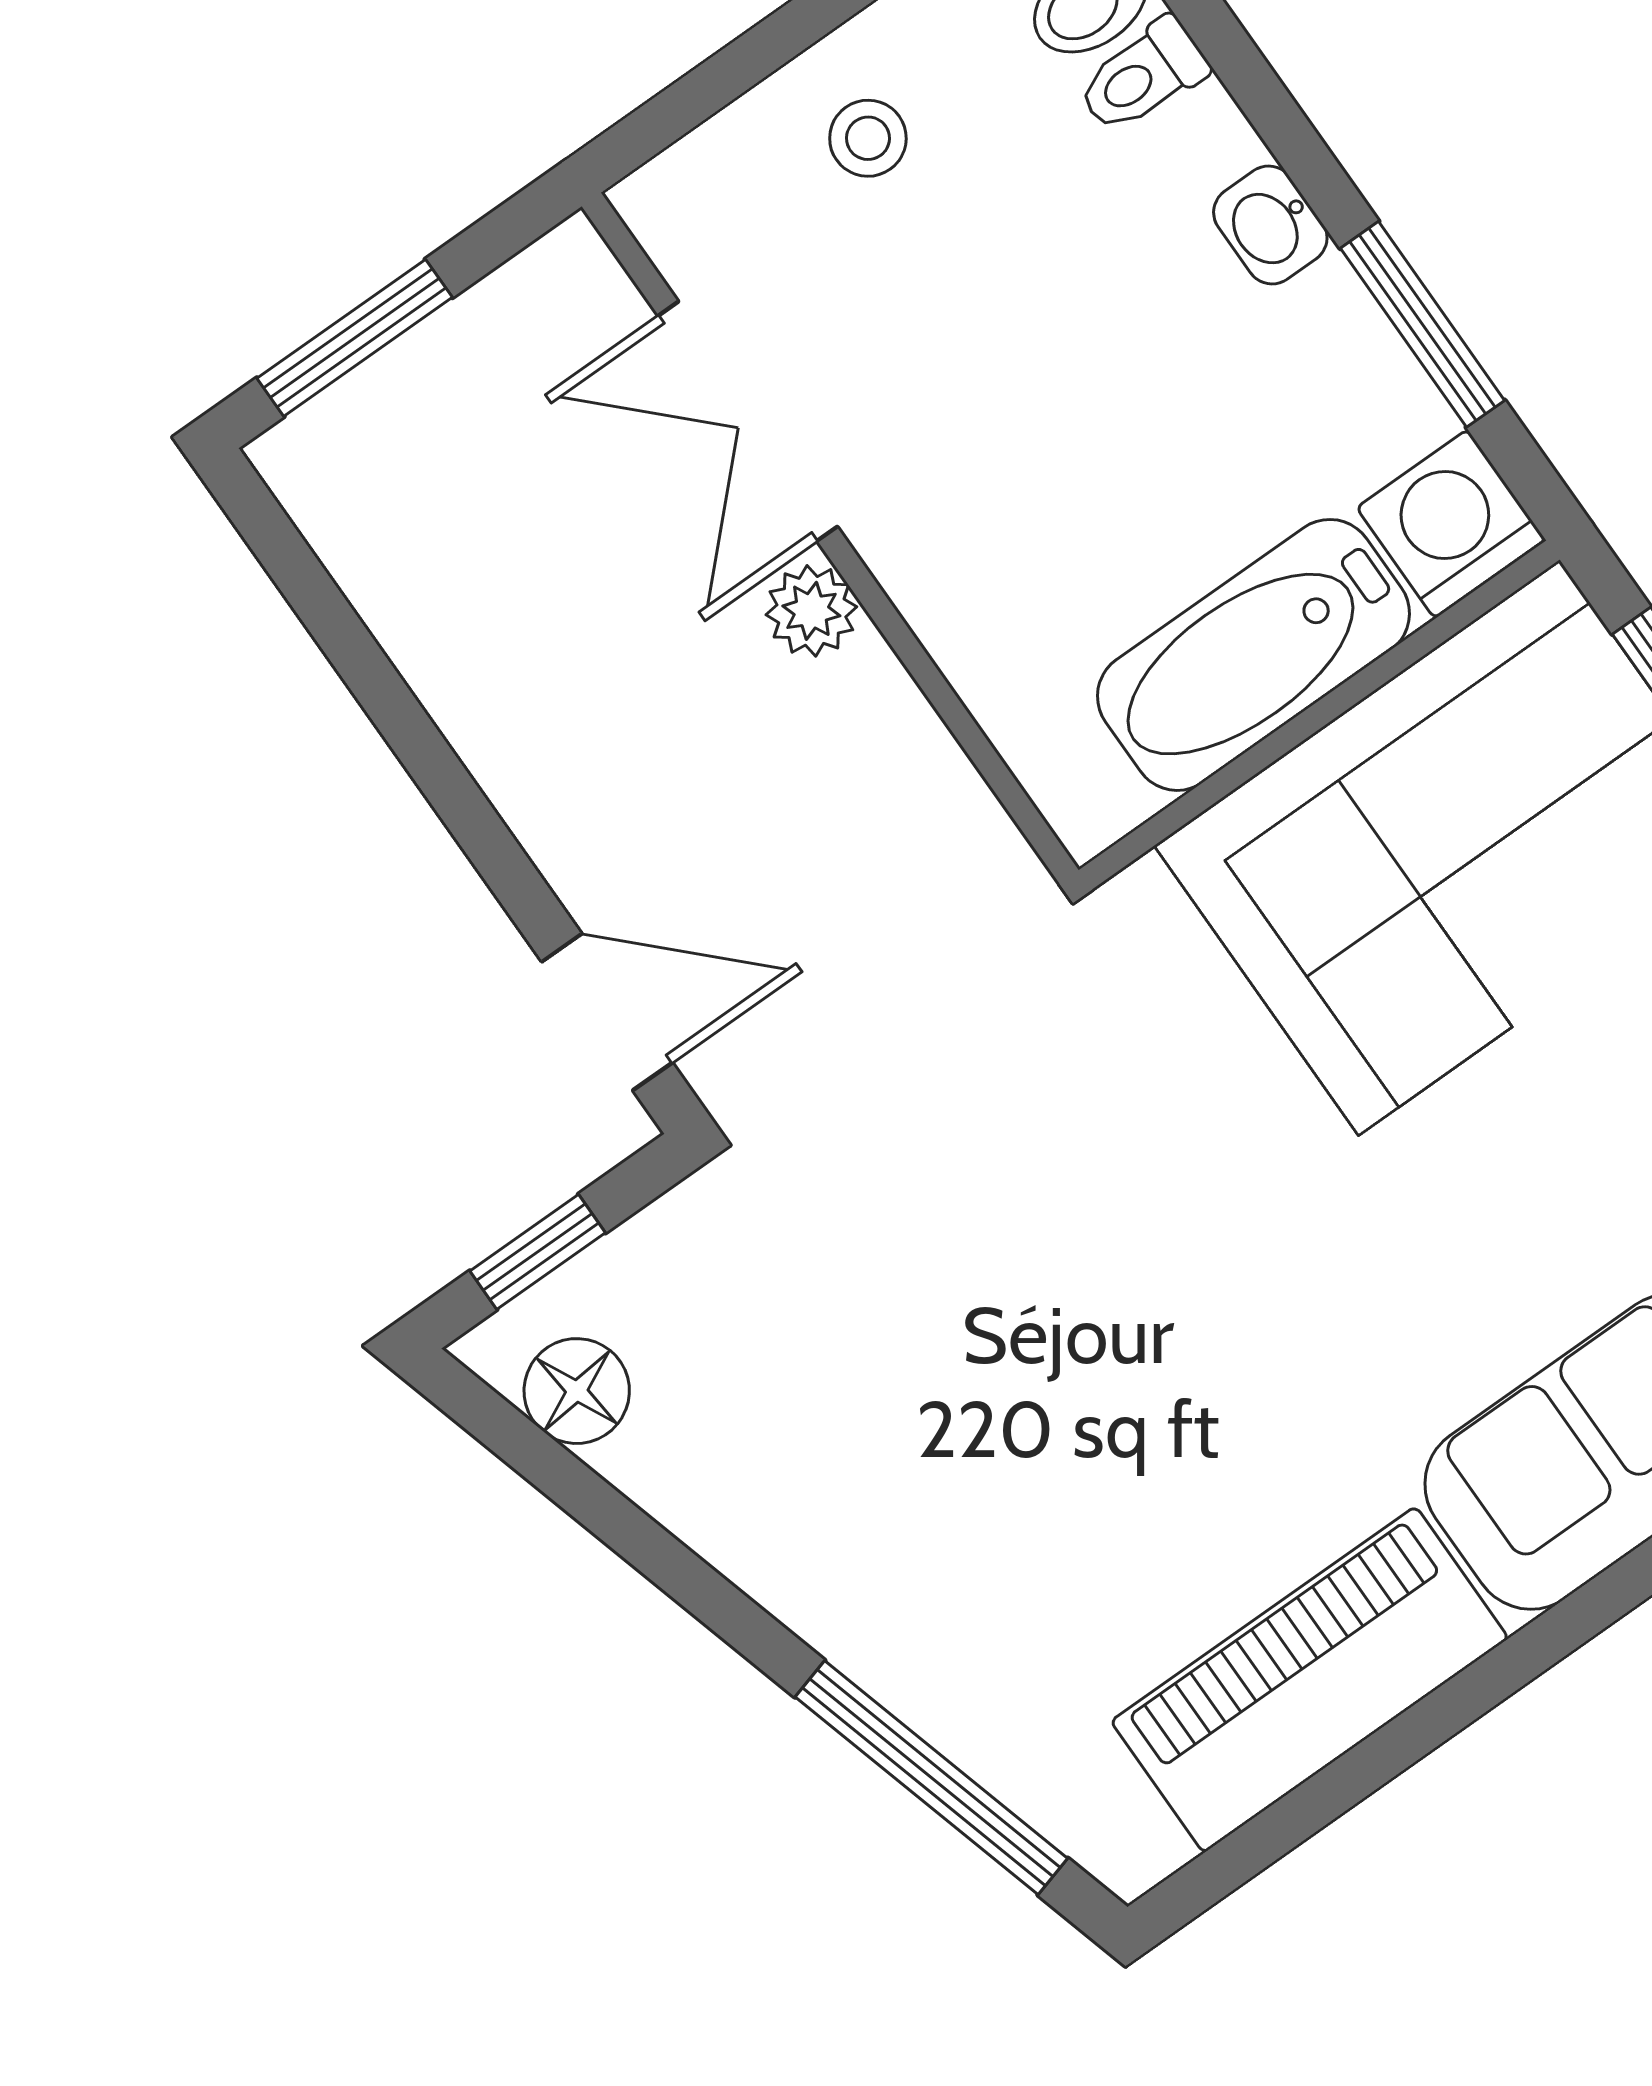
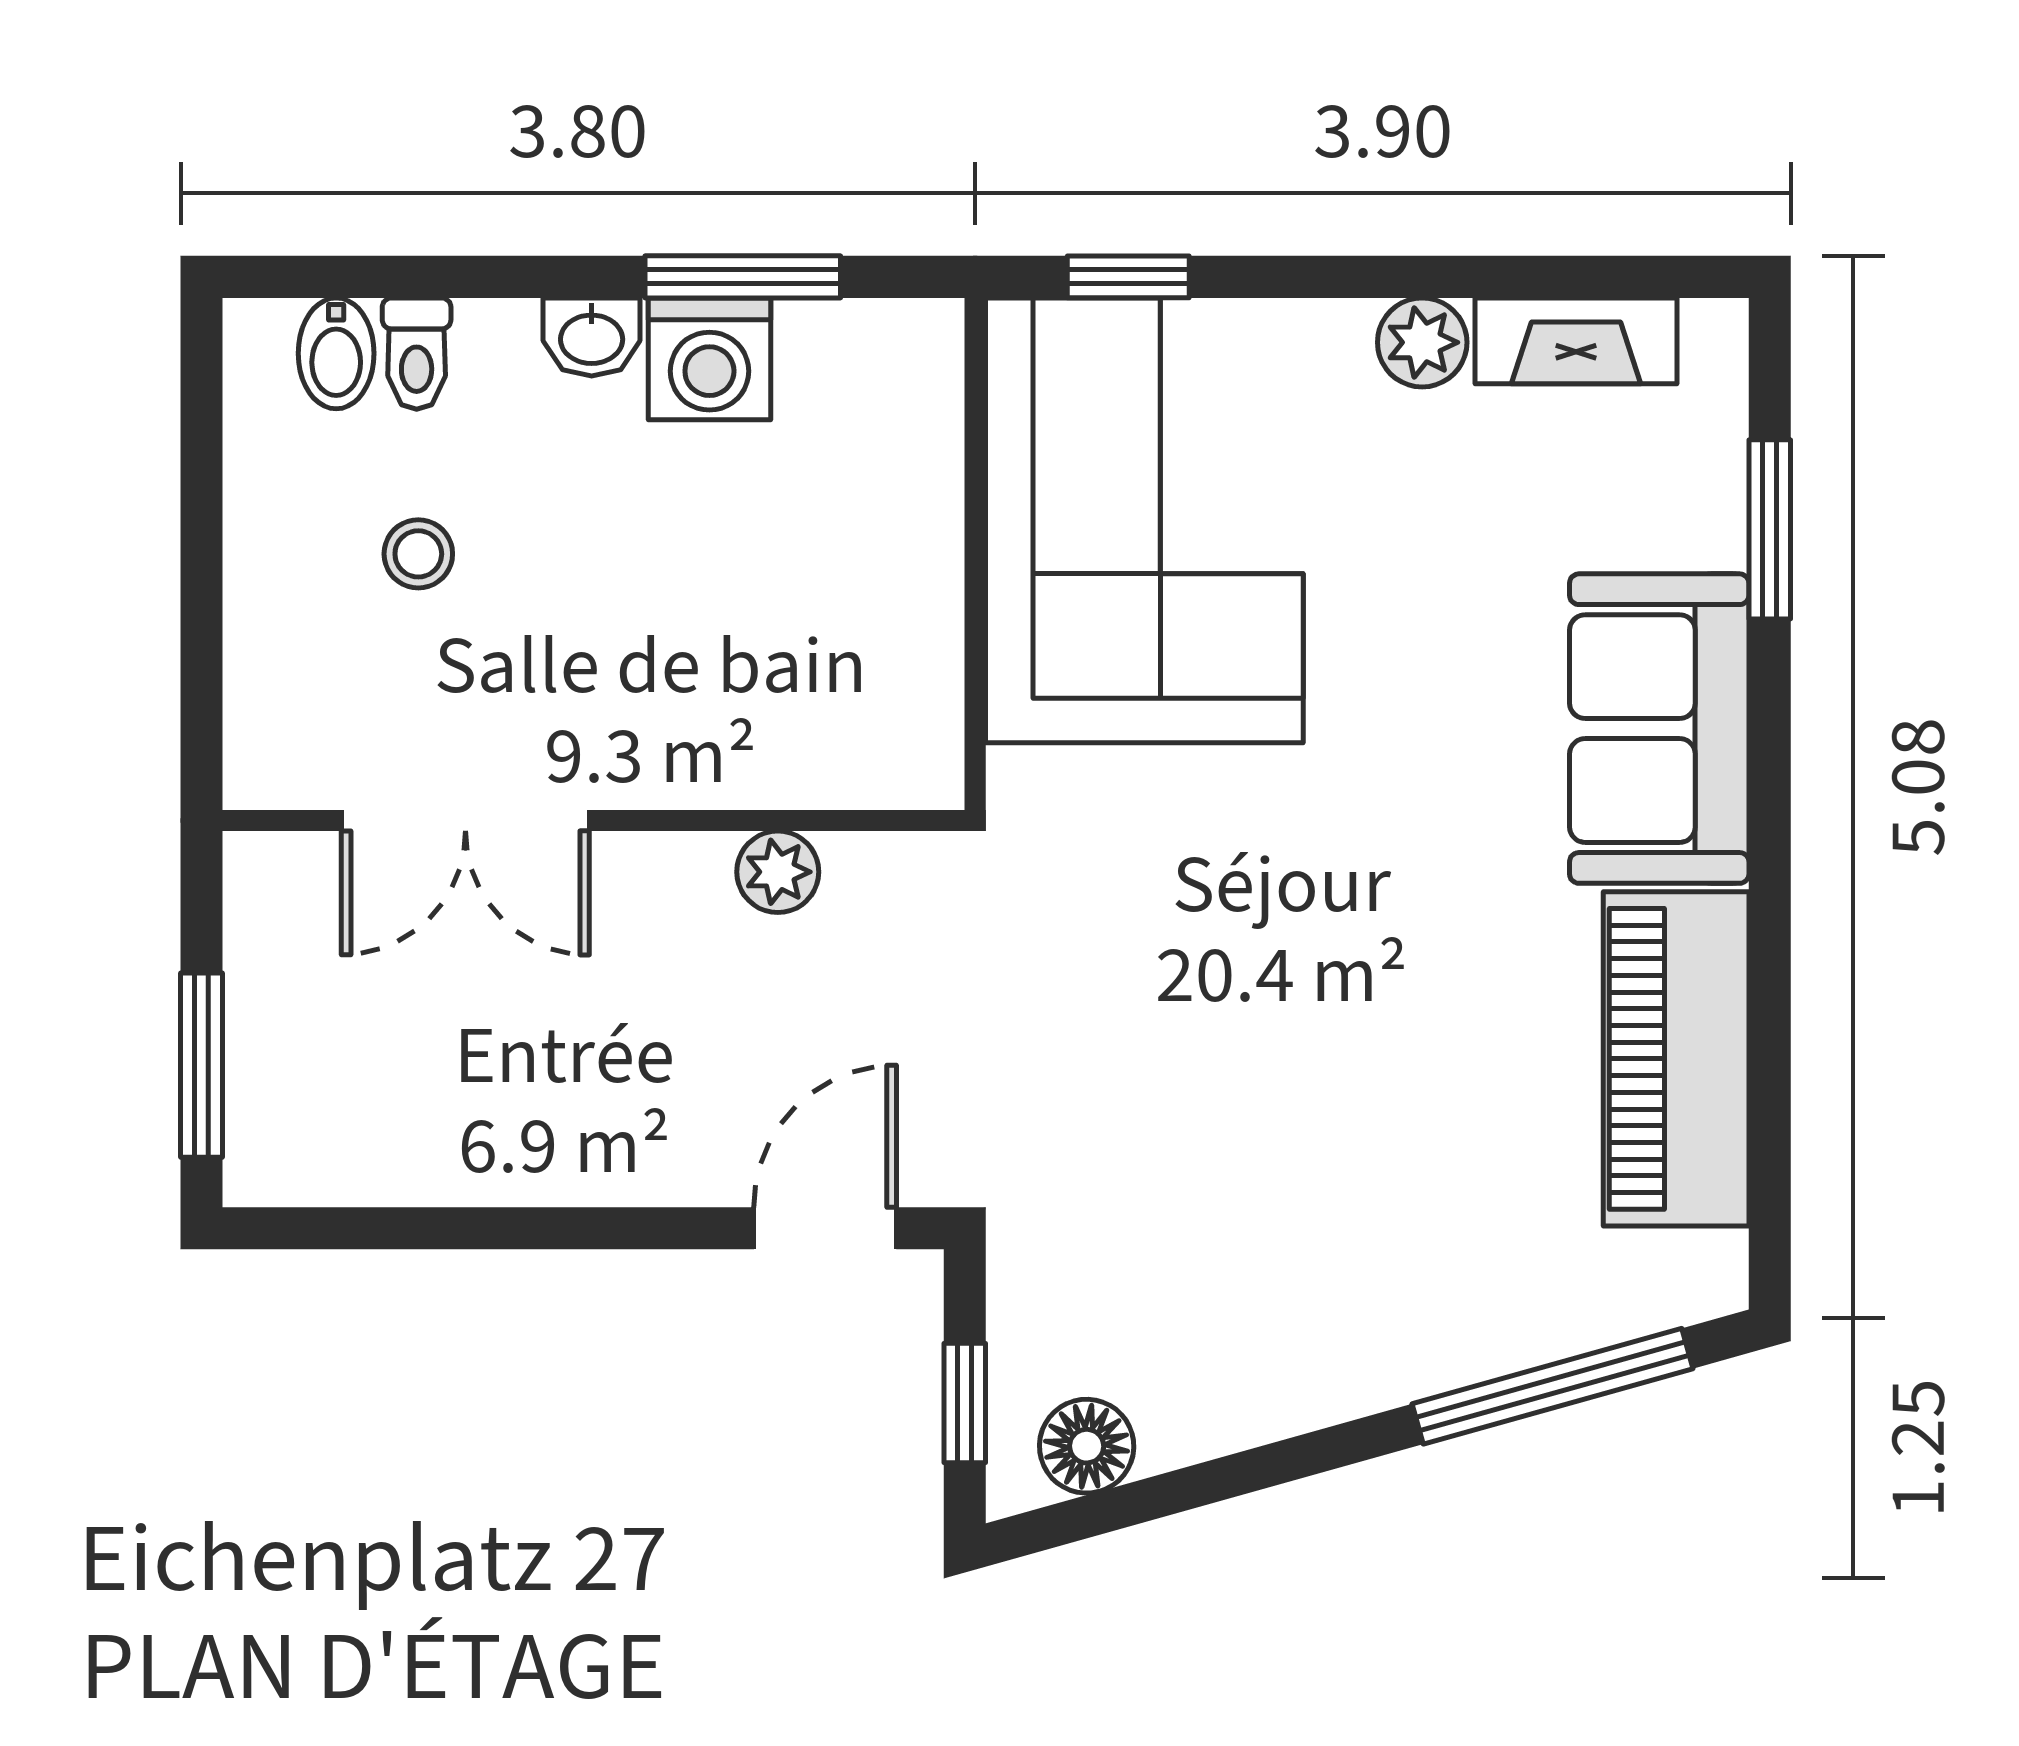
stool: (868, 138) -> (418, 554), moved
washing machine: (1451, 524) -> (709, 359), moved, turned -90
plant: (811, 611) -> (778, 872), moved
bathtub: (1253, 655) -> (897, 571), removed

